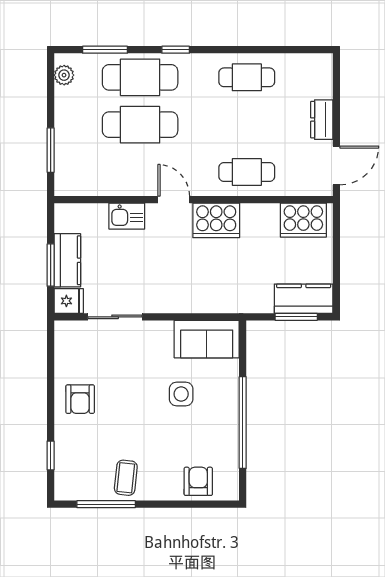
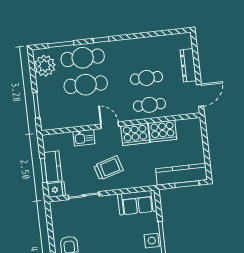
plant: (64, 75) -> (45, 66), width x1.87, depth x1.87
cafe table: (247, 77) -> (146, 78), moved
dresser: (322, 120) -> (188, 65), width x1.44
cooker: (303, 220) -> (163, 131), moved
trolley: (163, 273) -> (108, 168), added
kitchen counter: (304, 299) -> (182, 174), width x1.50
side table: (181, 394) -> (152, 241), moved

